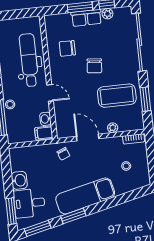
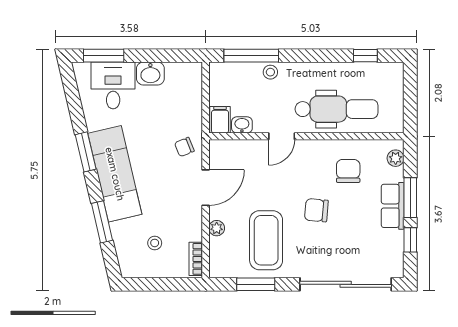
plant: (107, 14) -> (396, 158), moved
window: (38, 228) -> (102, 222), moved

